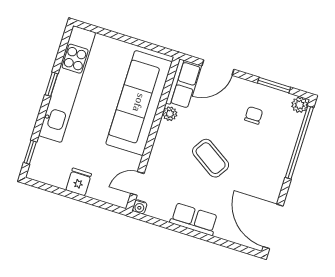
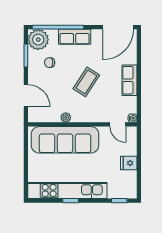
row of seats: (183, 84) -> (75, 37), moved, turned 180
plant: (300, 105) -> (38, 40), width x1.87, depth x1.87

